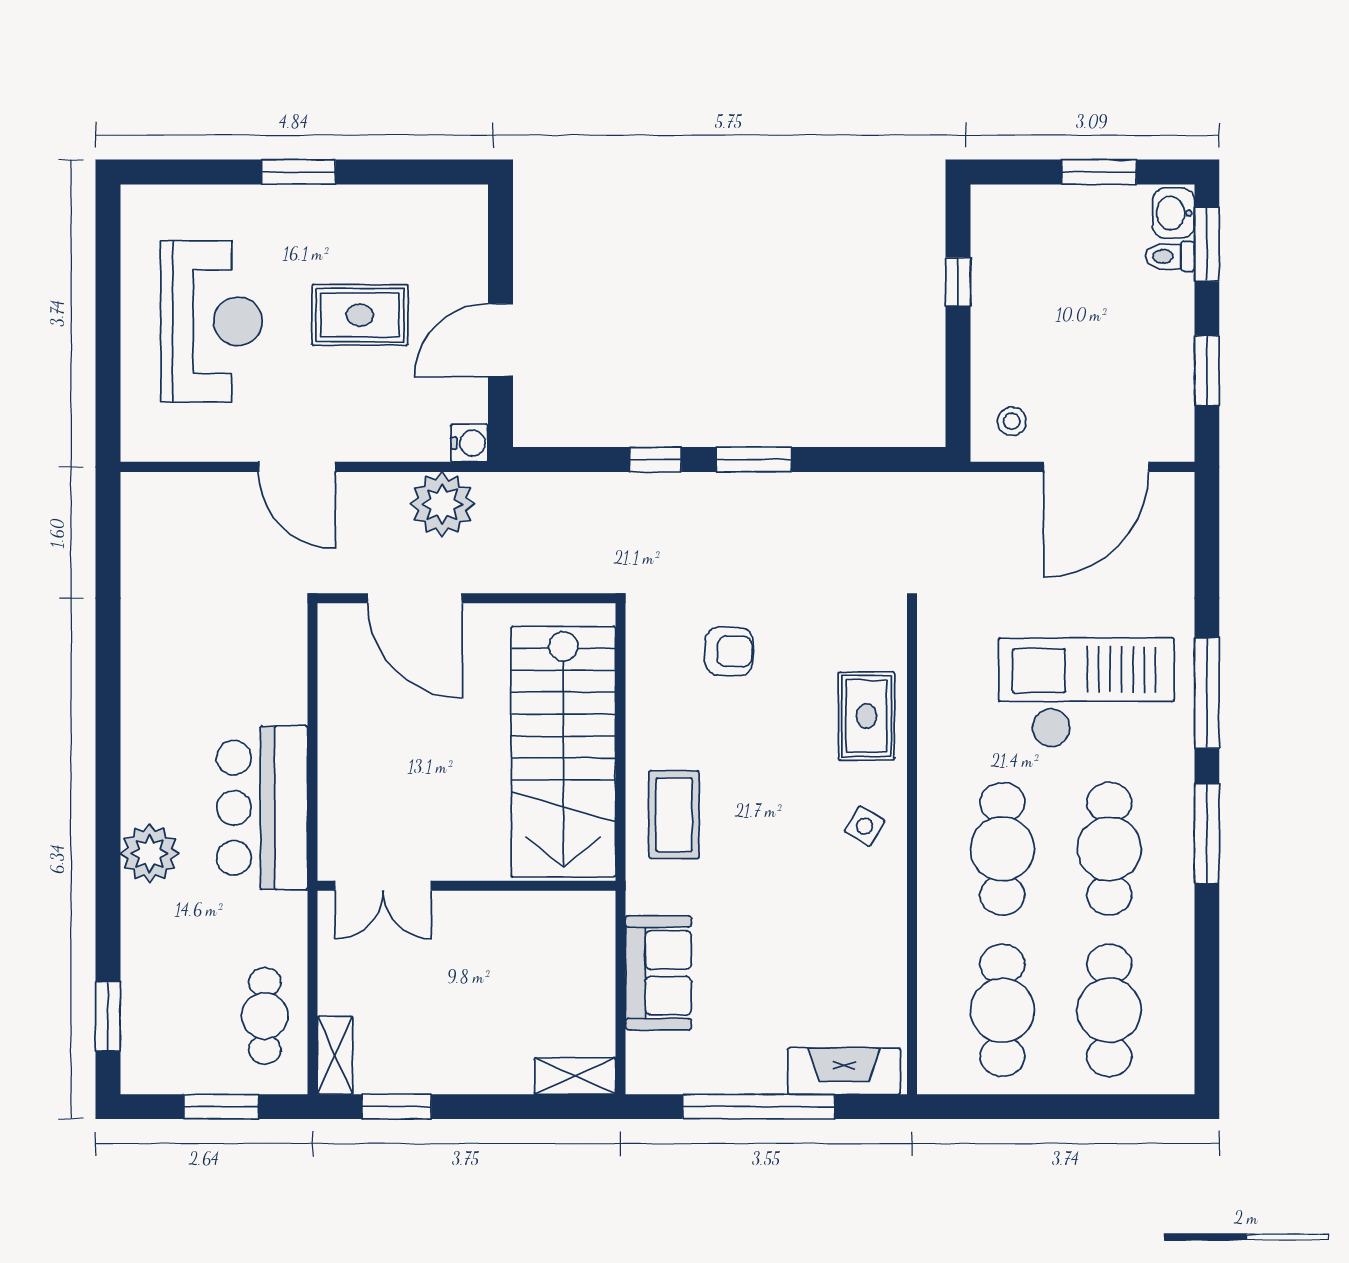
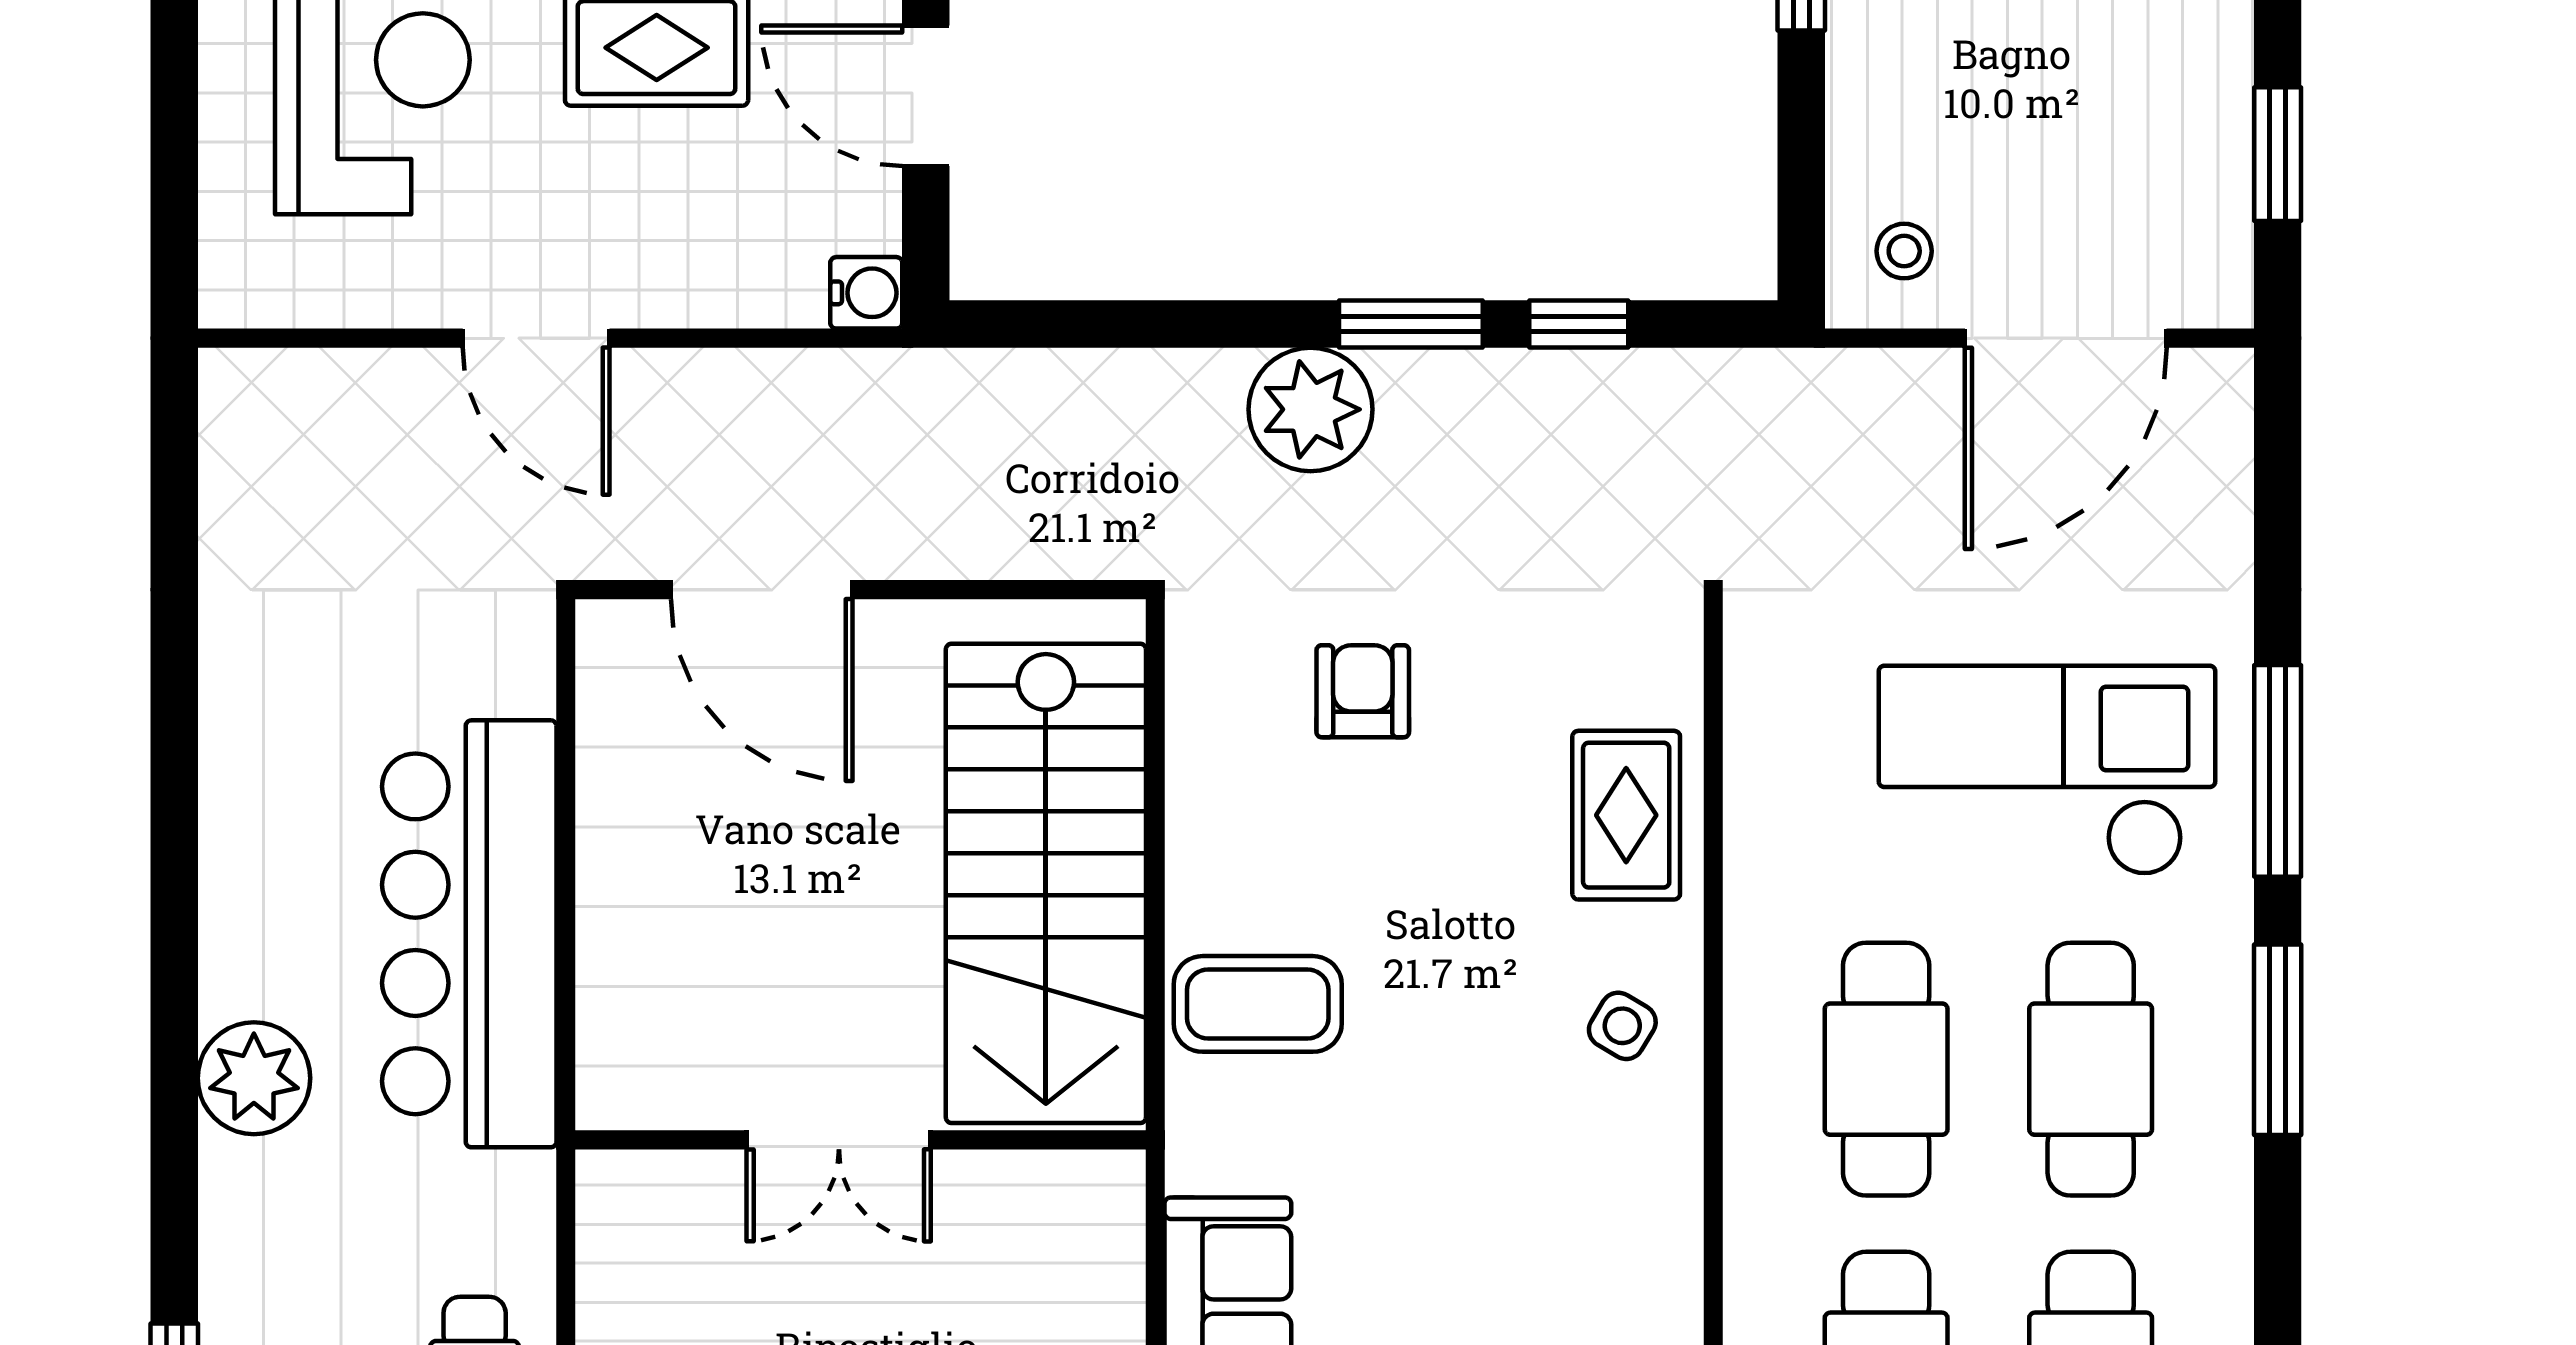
door: (501, 340) -> (926, 96), hinge flipped
window: (655, 459) -> (1579, 324), moved
plant: (442, 504) -> (1310, 409), moved
armchair: (729, 651) -> (1363, 691), turned -91
bar counter: (262, 808) -> (469, 934), width x1.36
coffee table: (674, 815) -> (1258, 1004), turned 90
double door: (383, 886) -> (839, 1140), moved

